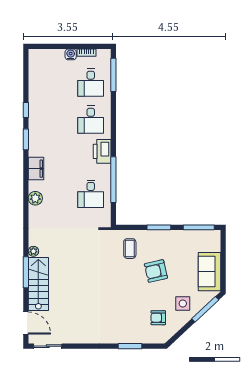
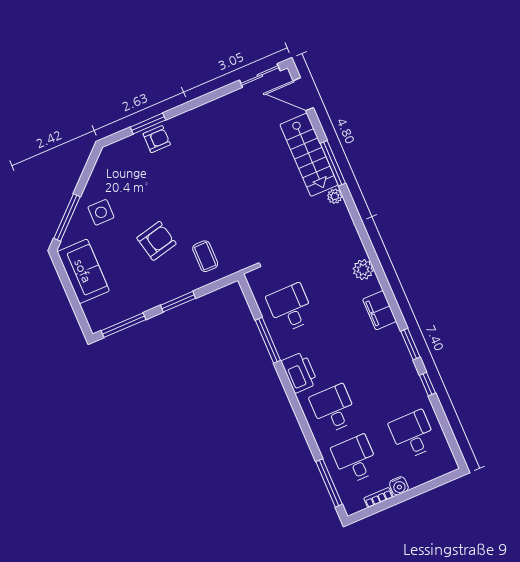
desk: (48, 83) -> (413, 435), added
window: (113, 180) -> (268, 340), width x0.68
armchair: (158, 318) -> (157, 139), moved

